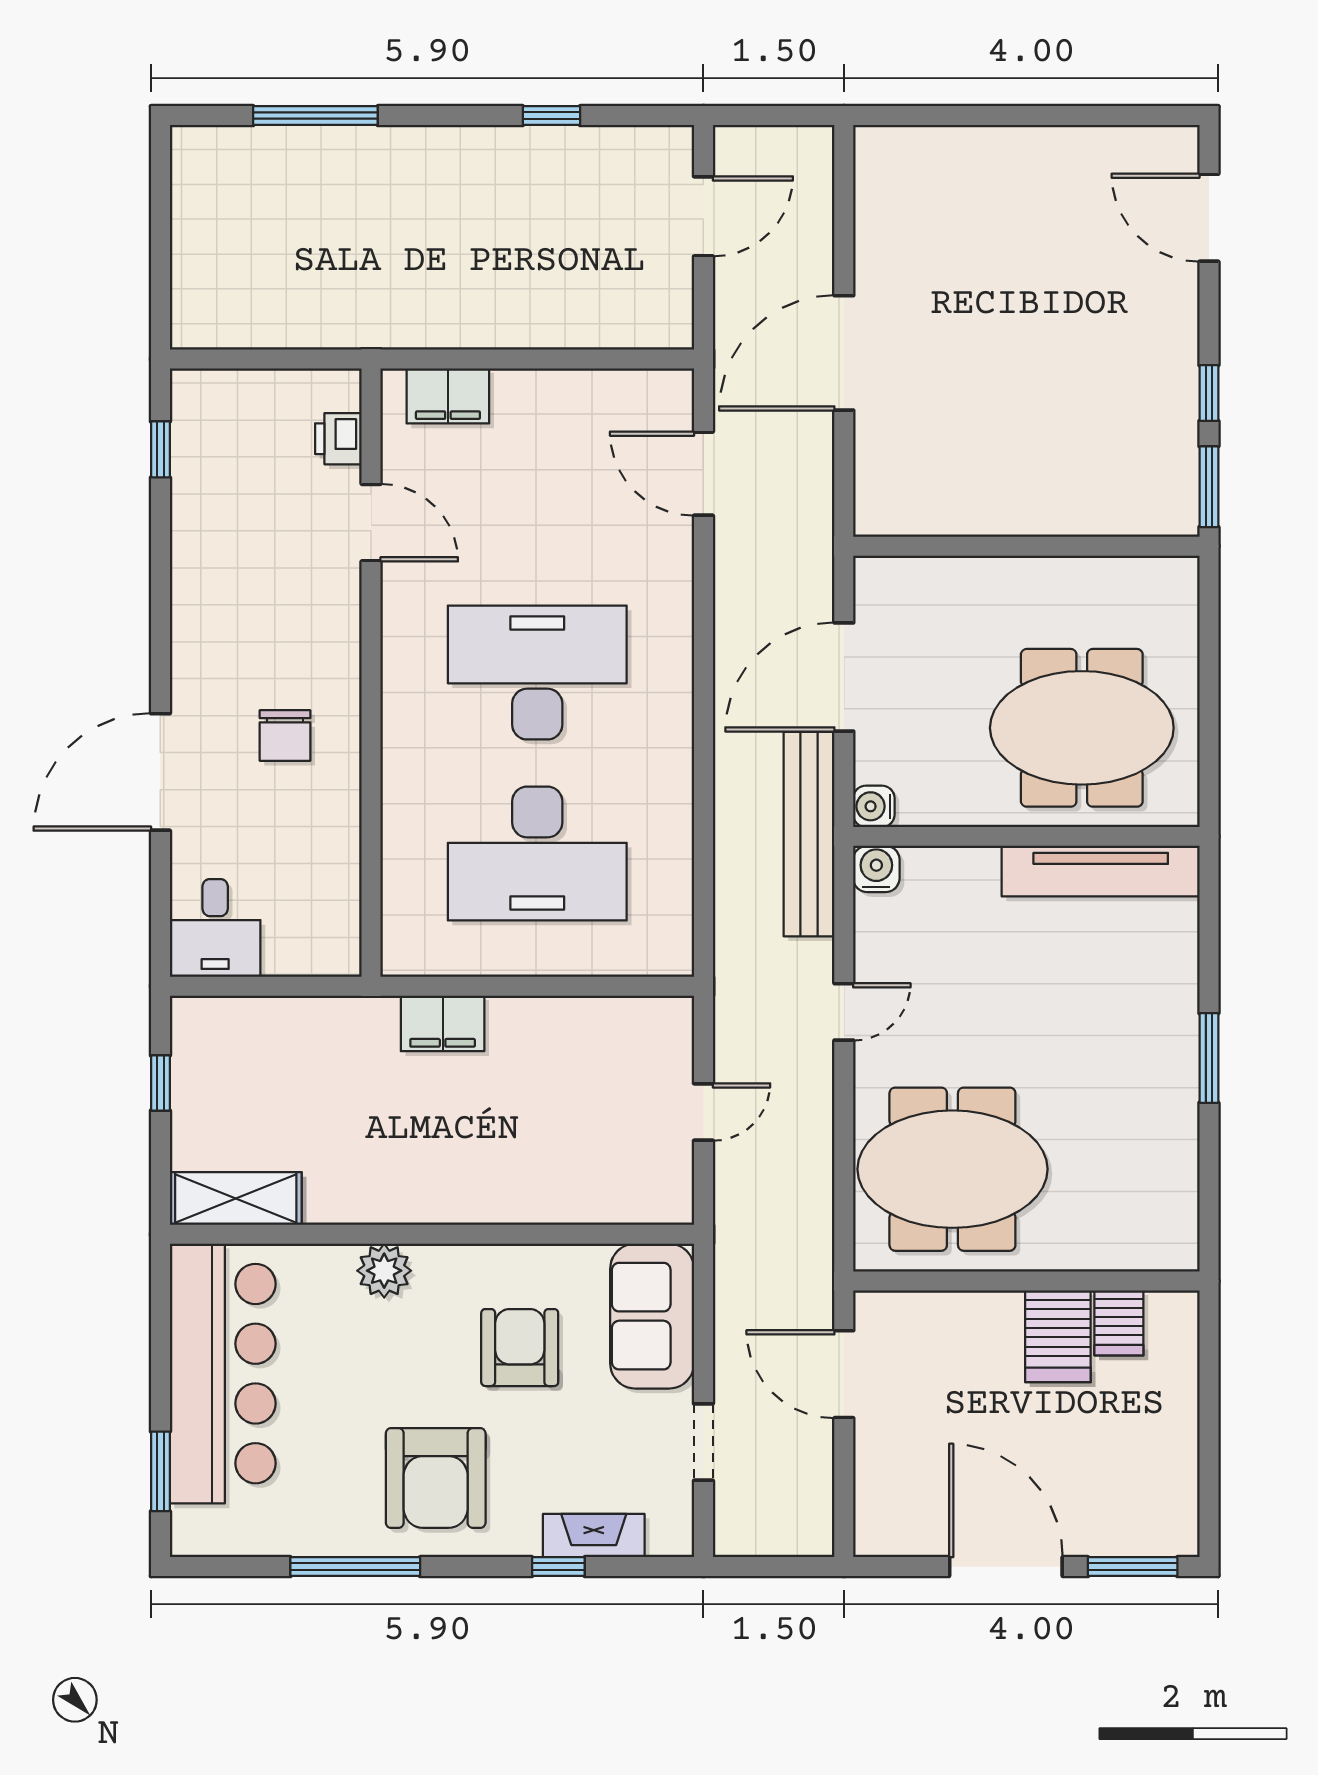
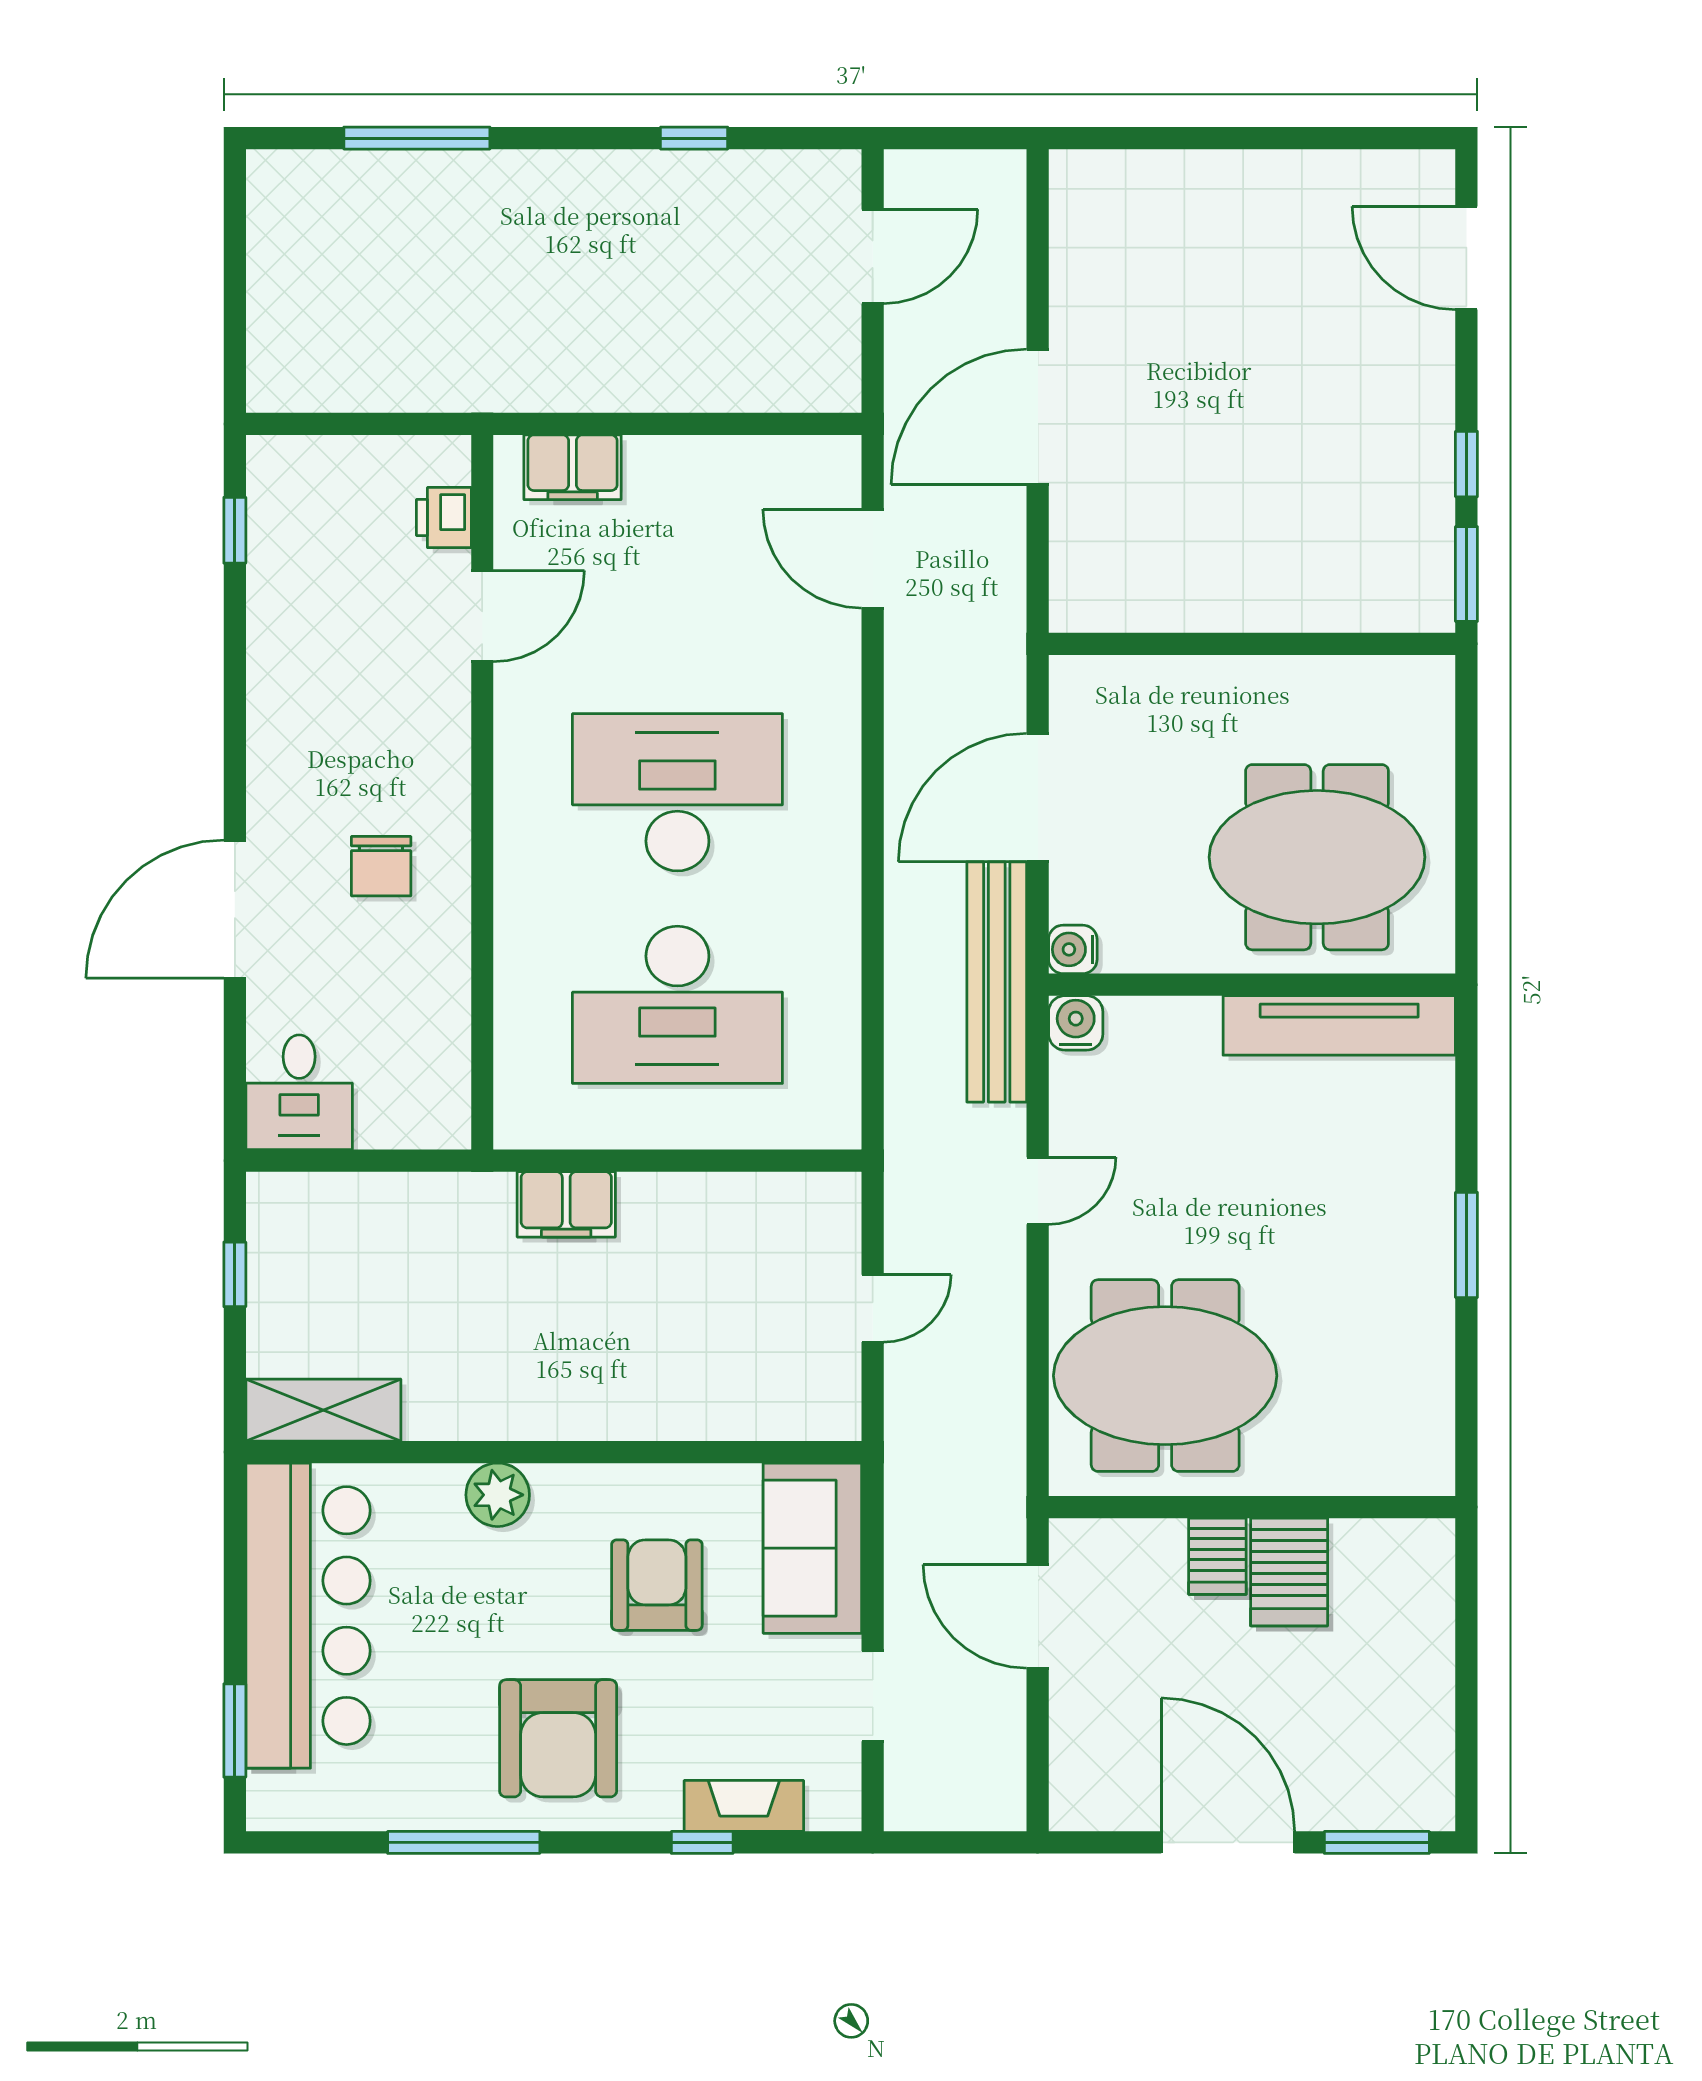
door: (371, 523) -> (482, 616), hinge flipped
server rack: (1119, 1323) -> (1217, 1556), moved

